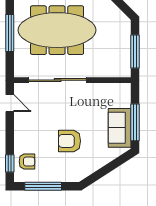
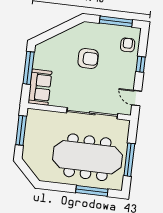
sofa: (120, 128) -> (40, 87), moved
armchair: (27, 162) -> (128, 45), turned 90
window: (10, 163) -> (141, 64), moved

